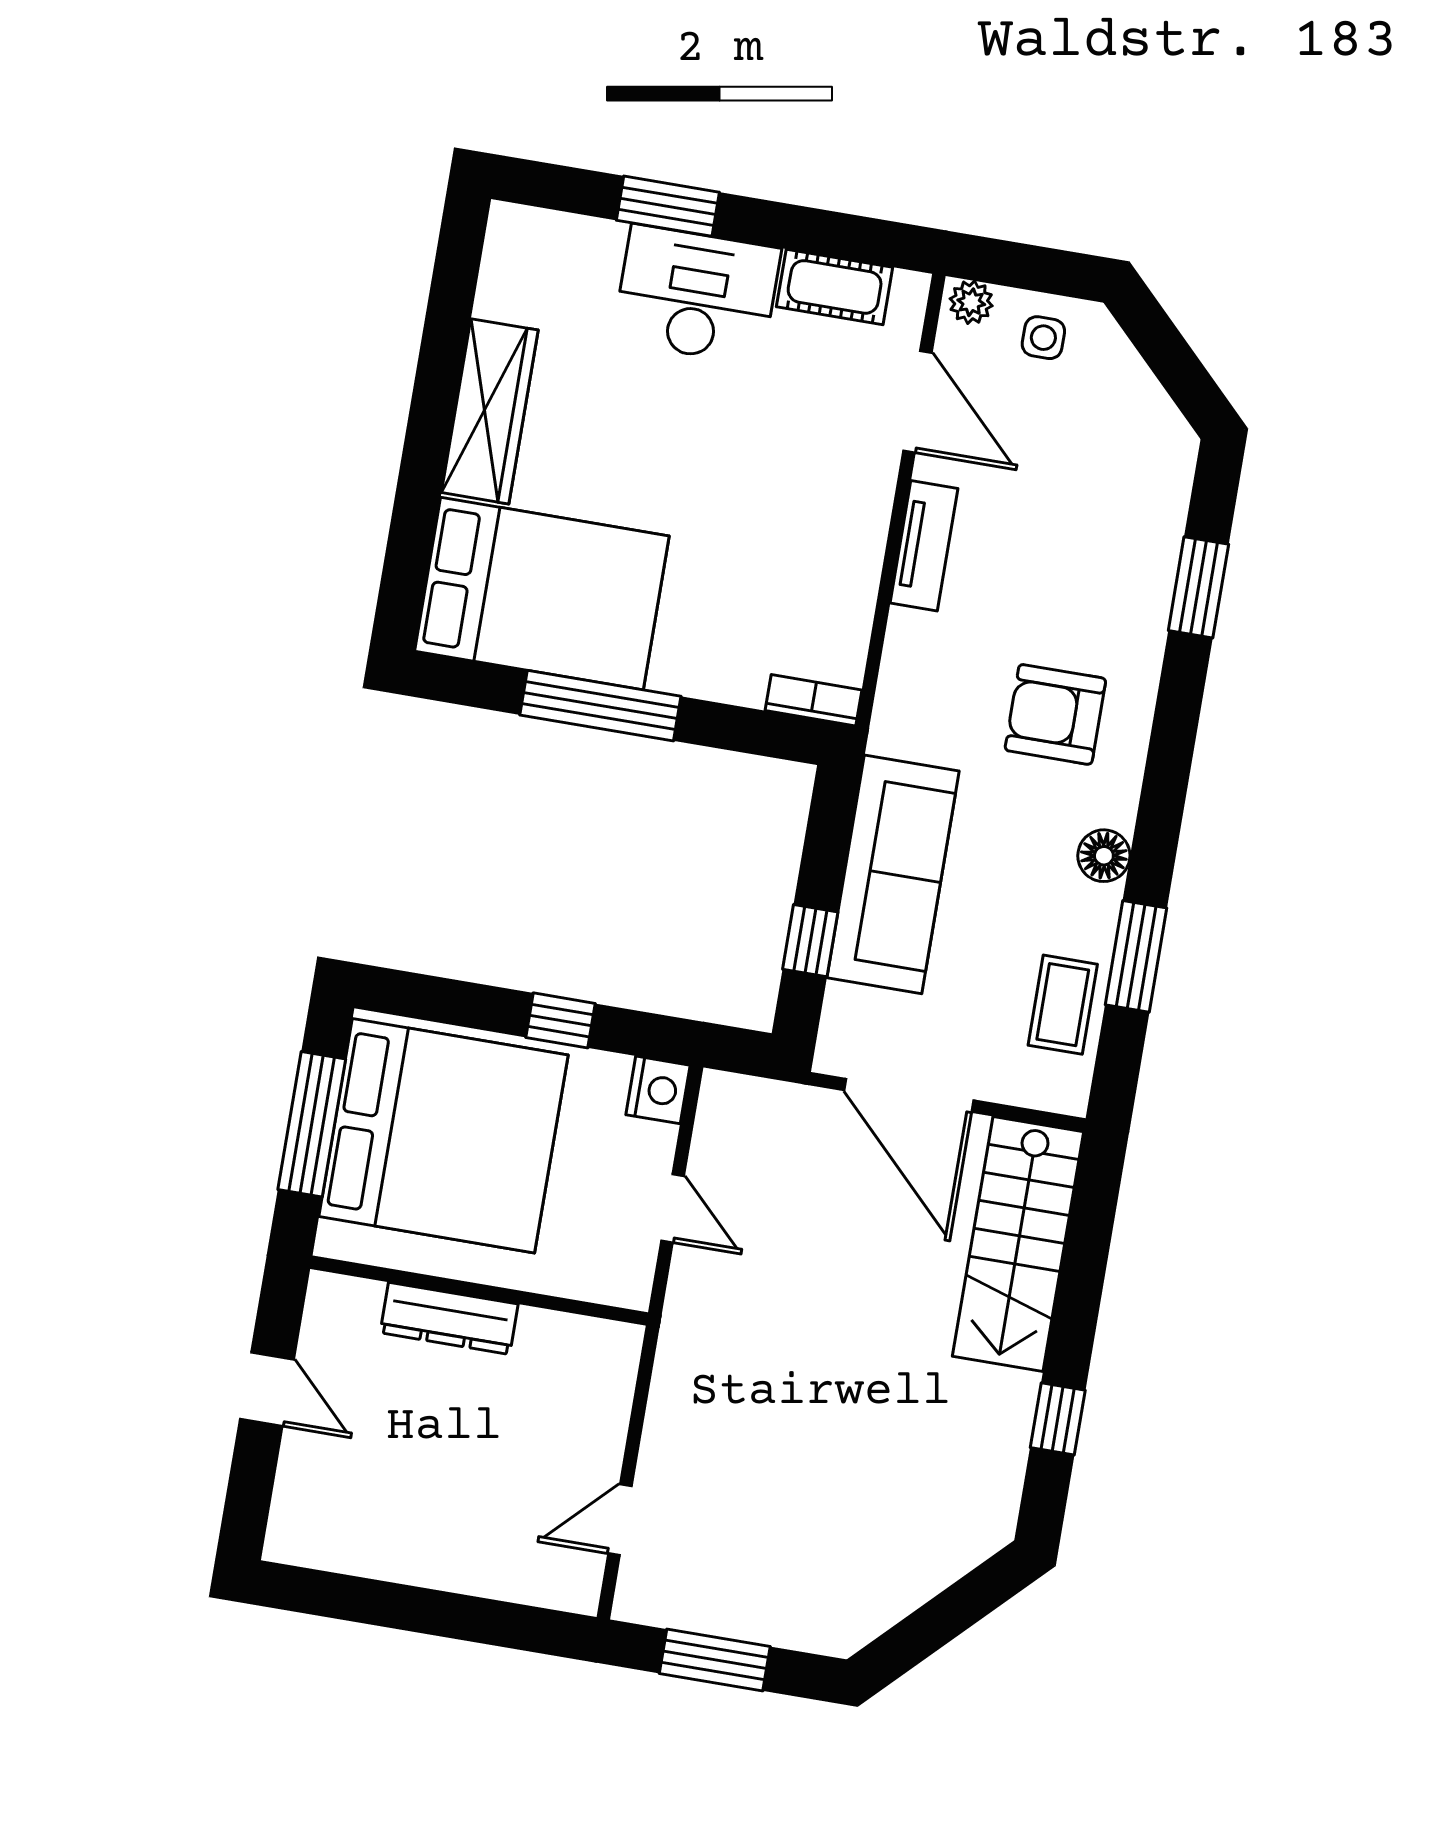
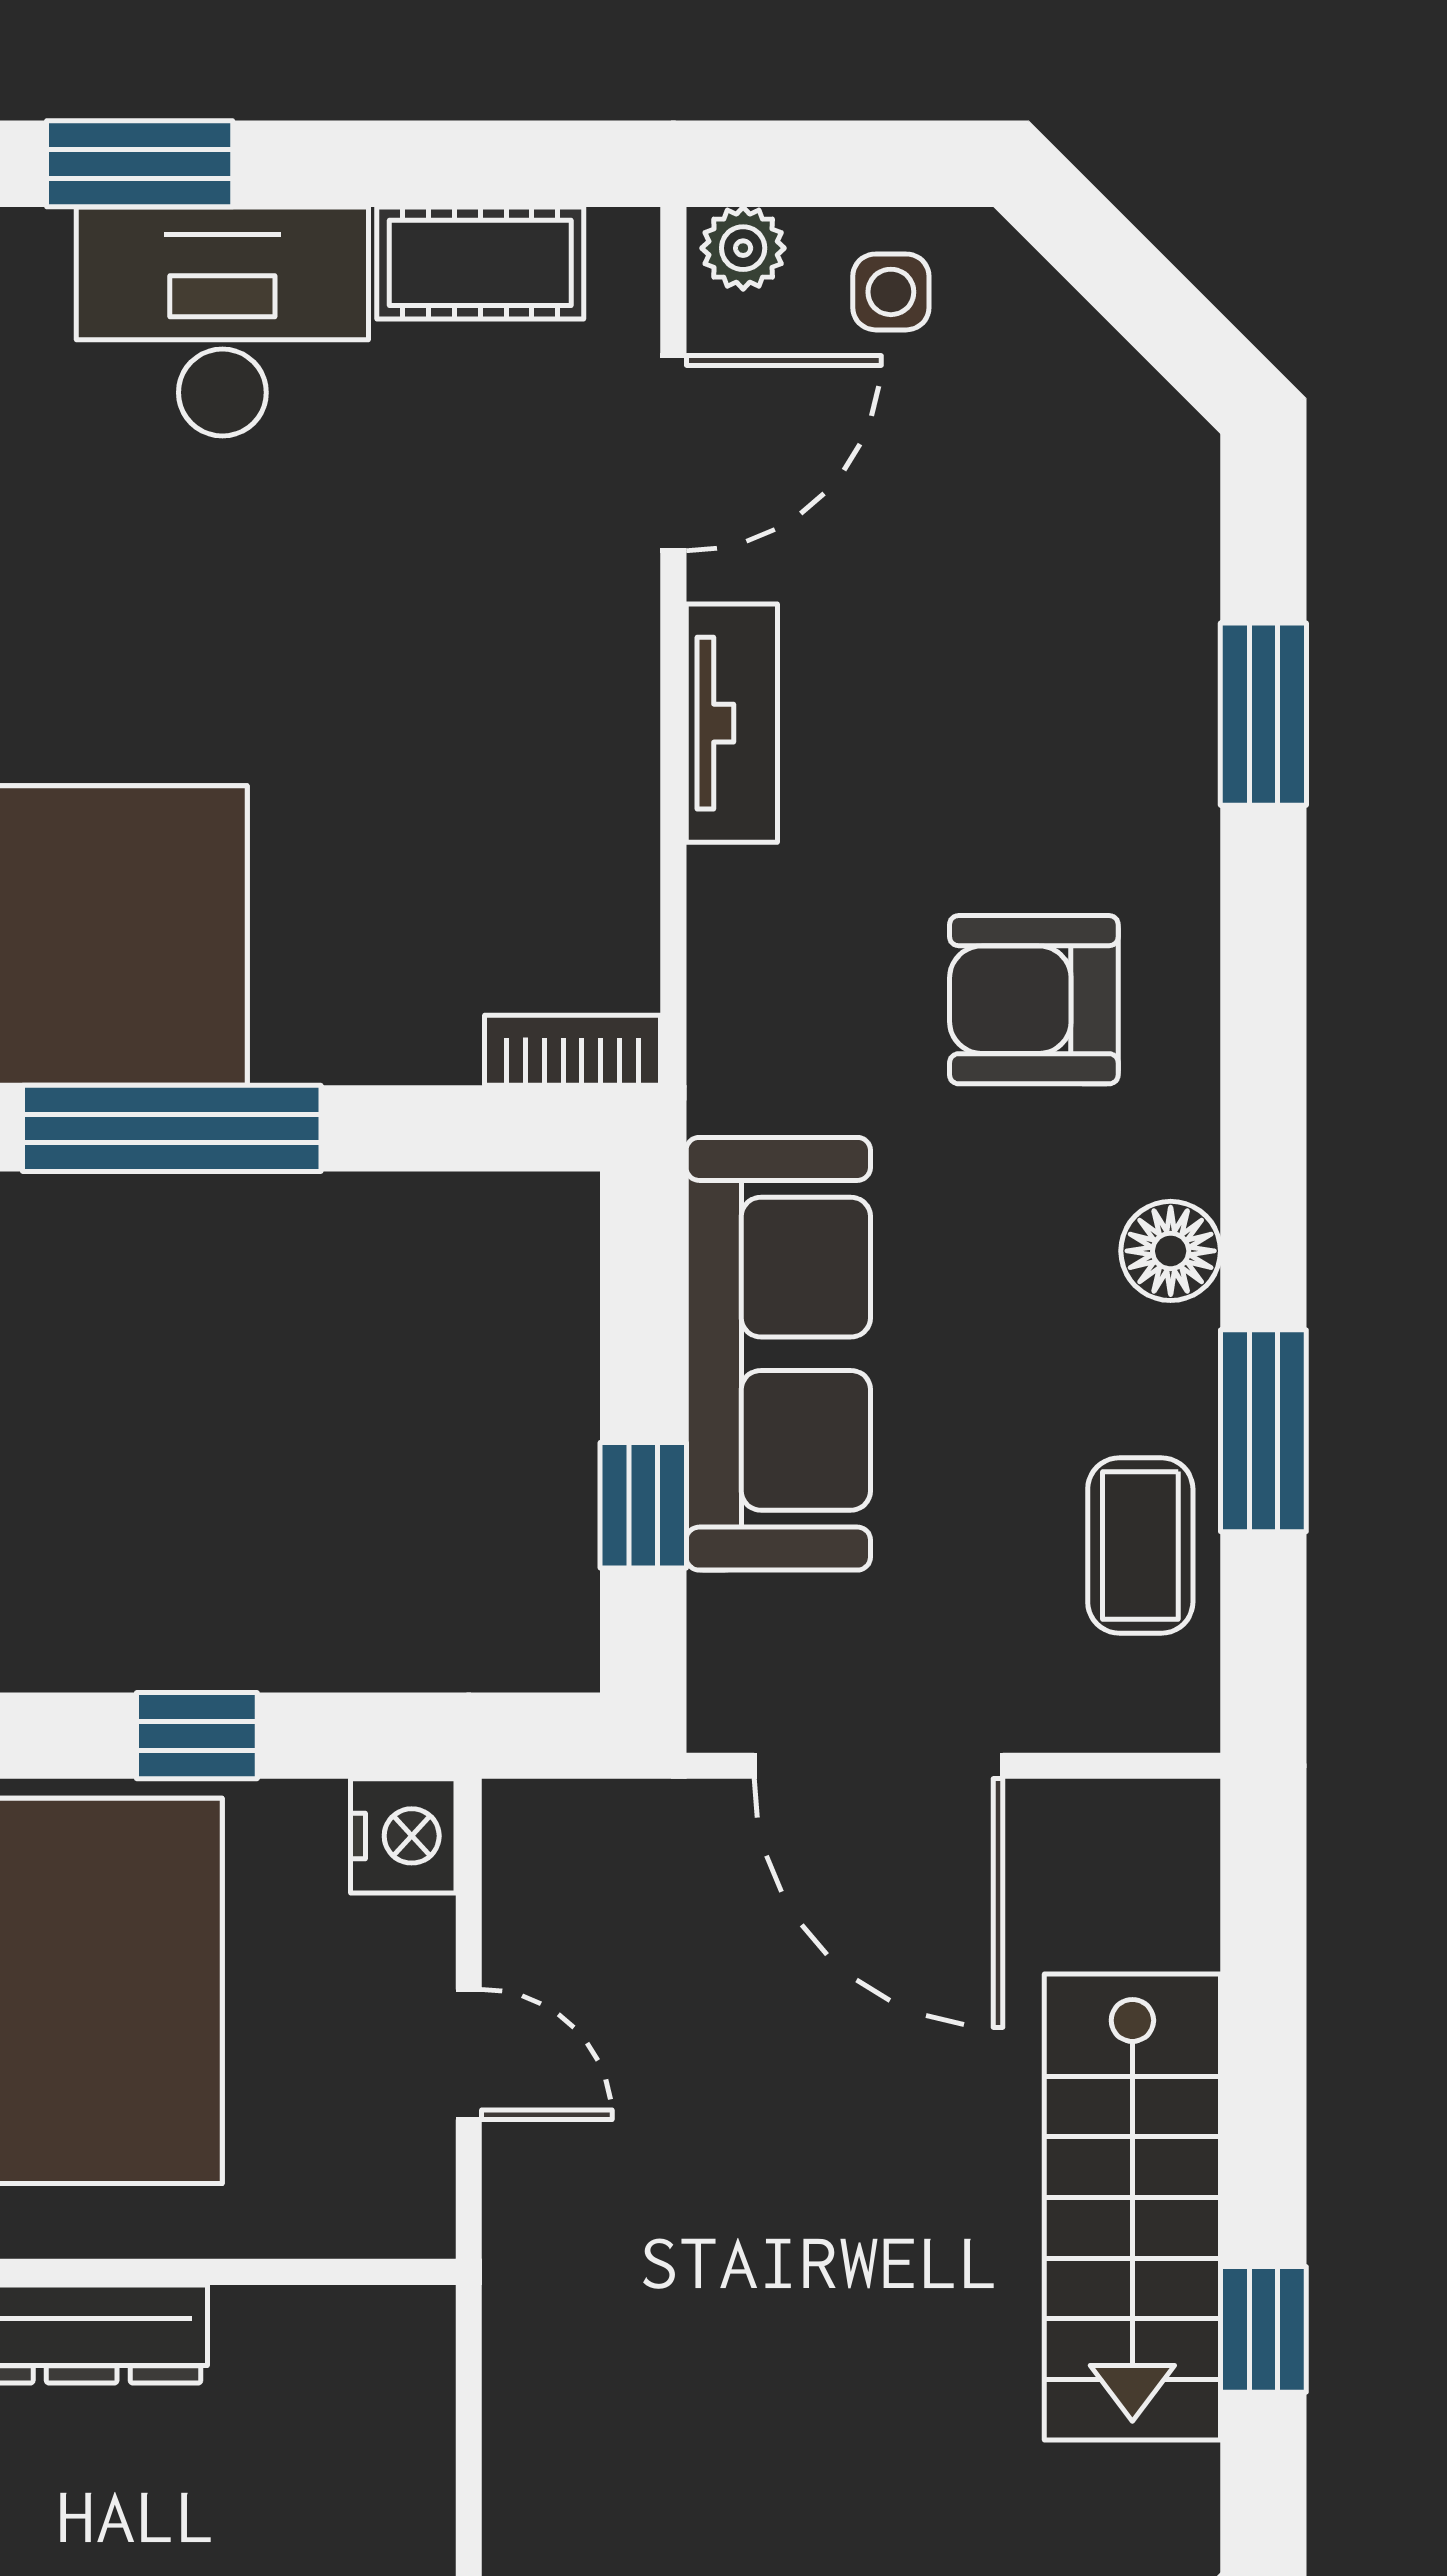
door: (917, 402) -> (673, 453), hinge flipped
stairs: (1018, 1244) -> (1132, 2207), moved

